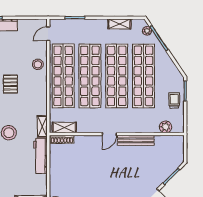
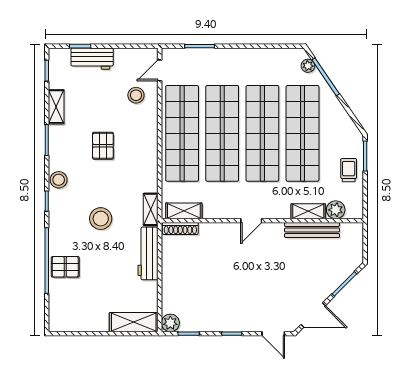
shelving: (119, 24) -> (308, 211), moved
stool: (38, 64) -> (136, 95), moved
bench: (136, 140) -> (312, 230), moved

